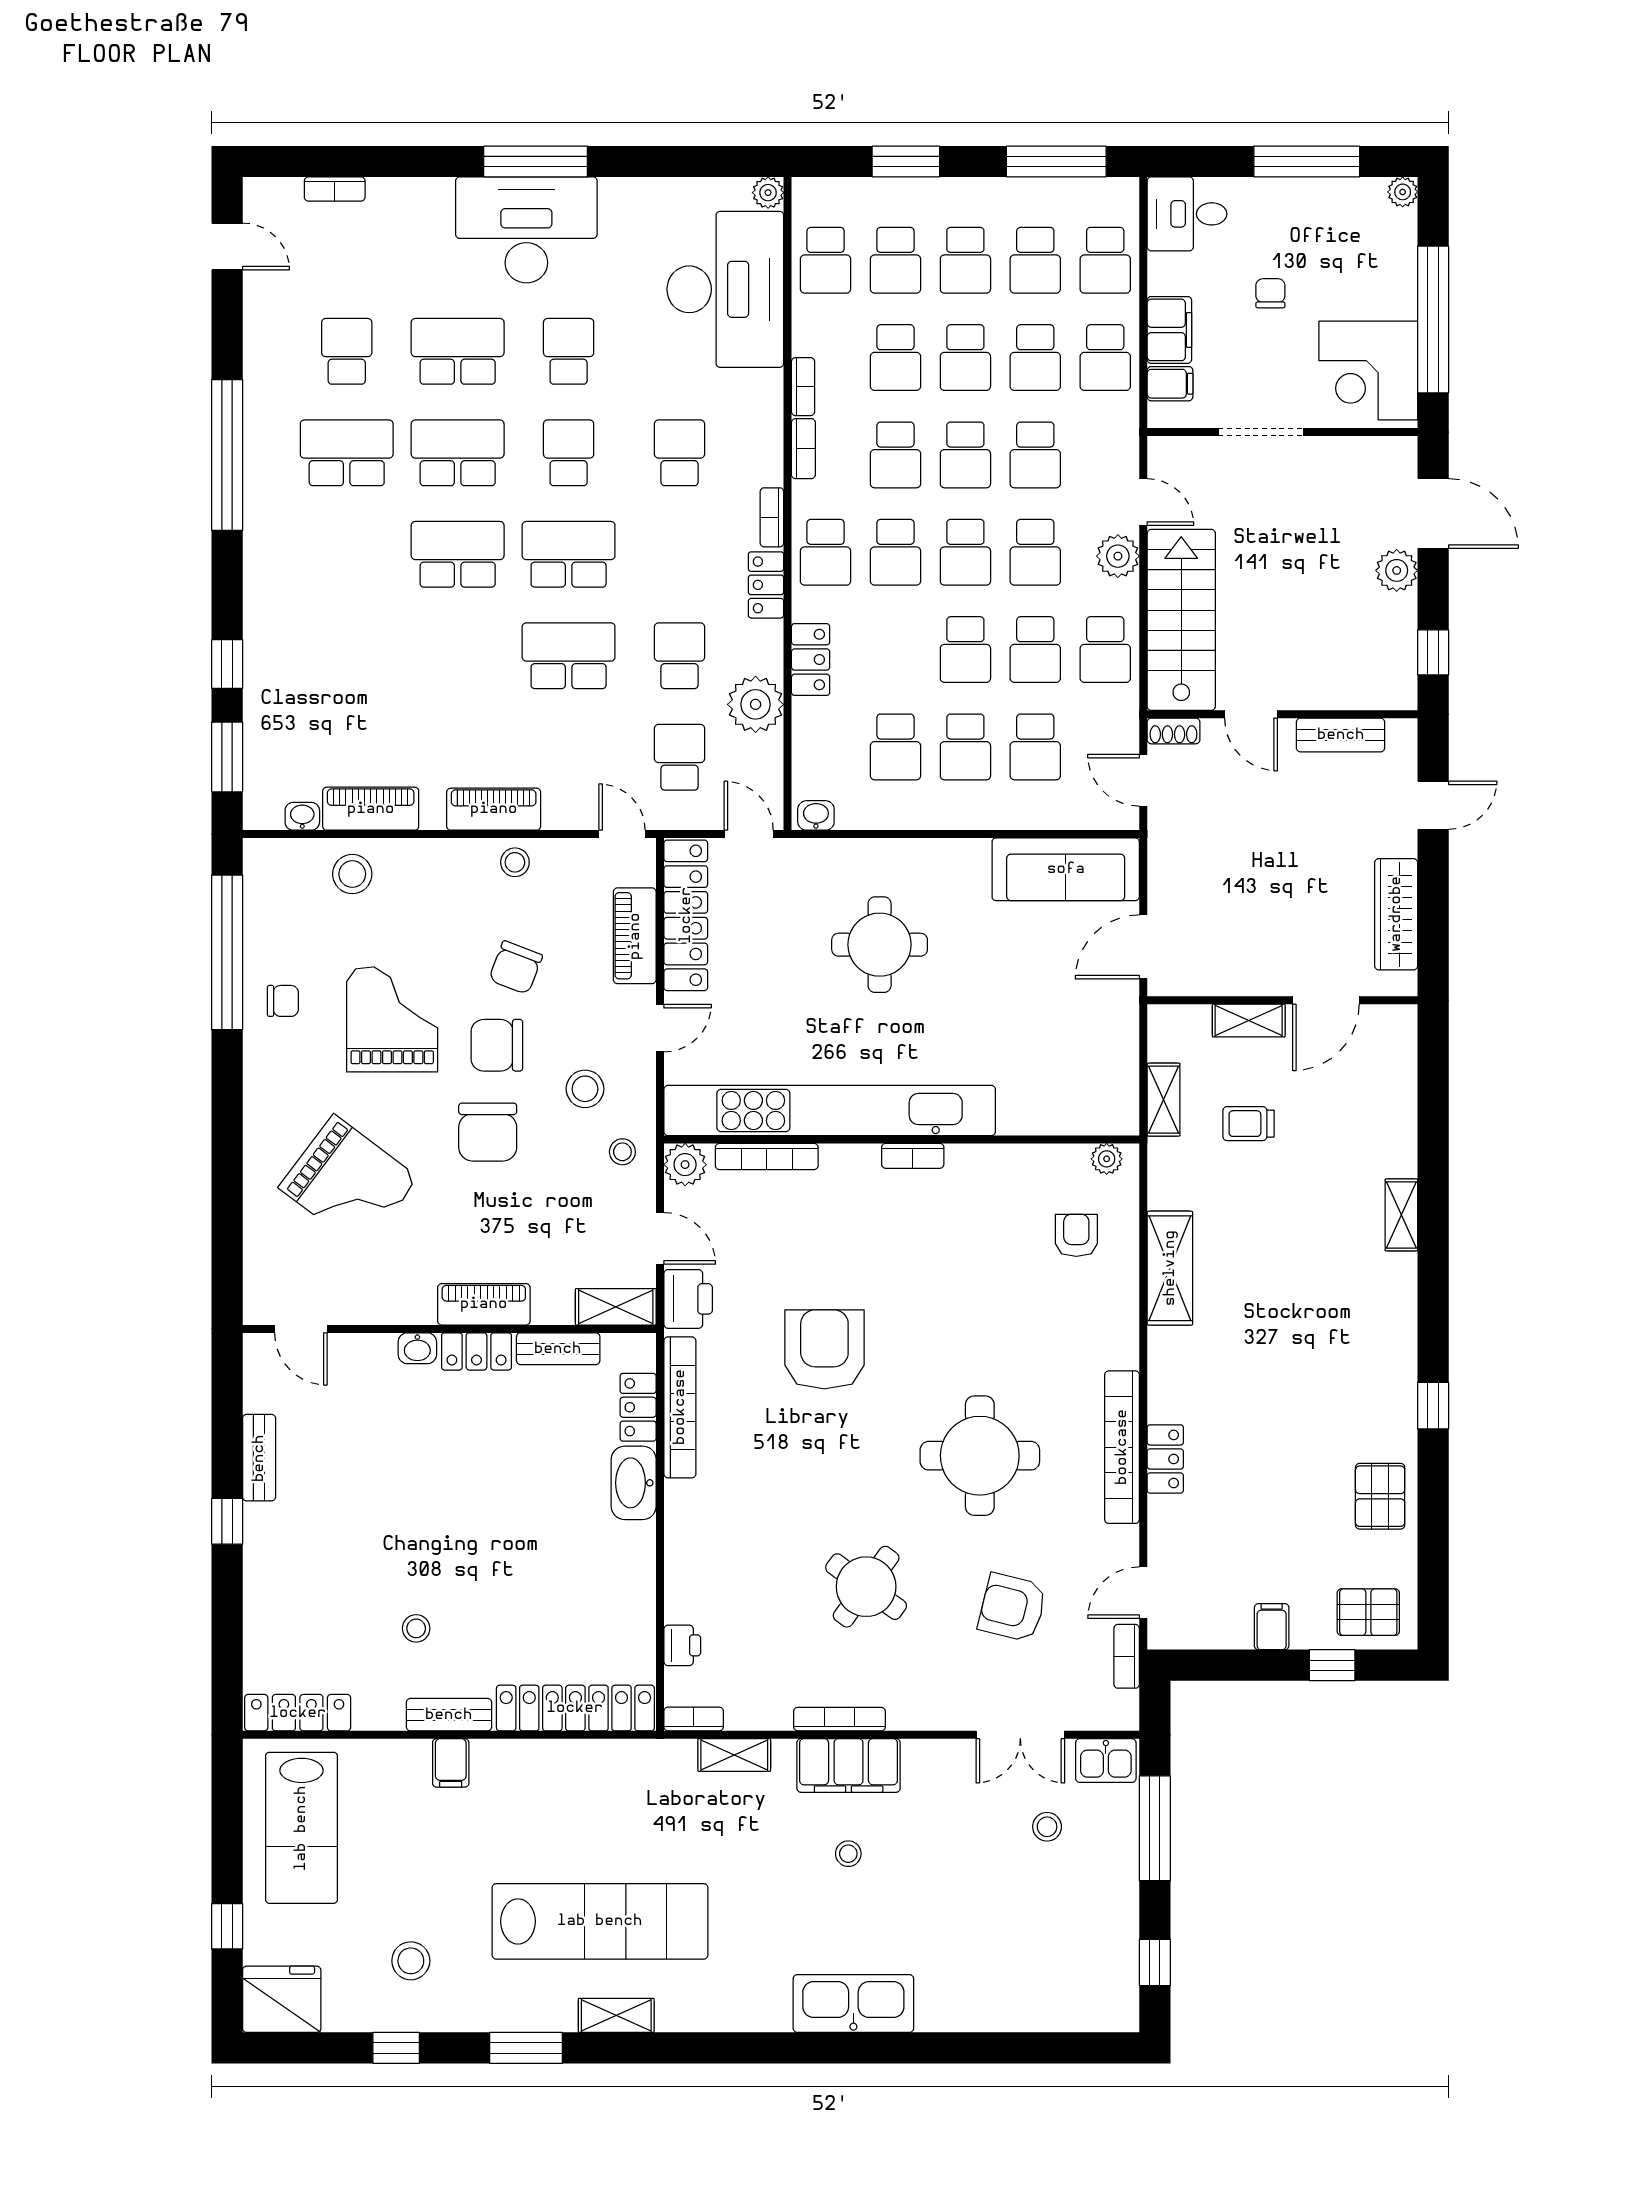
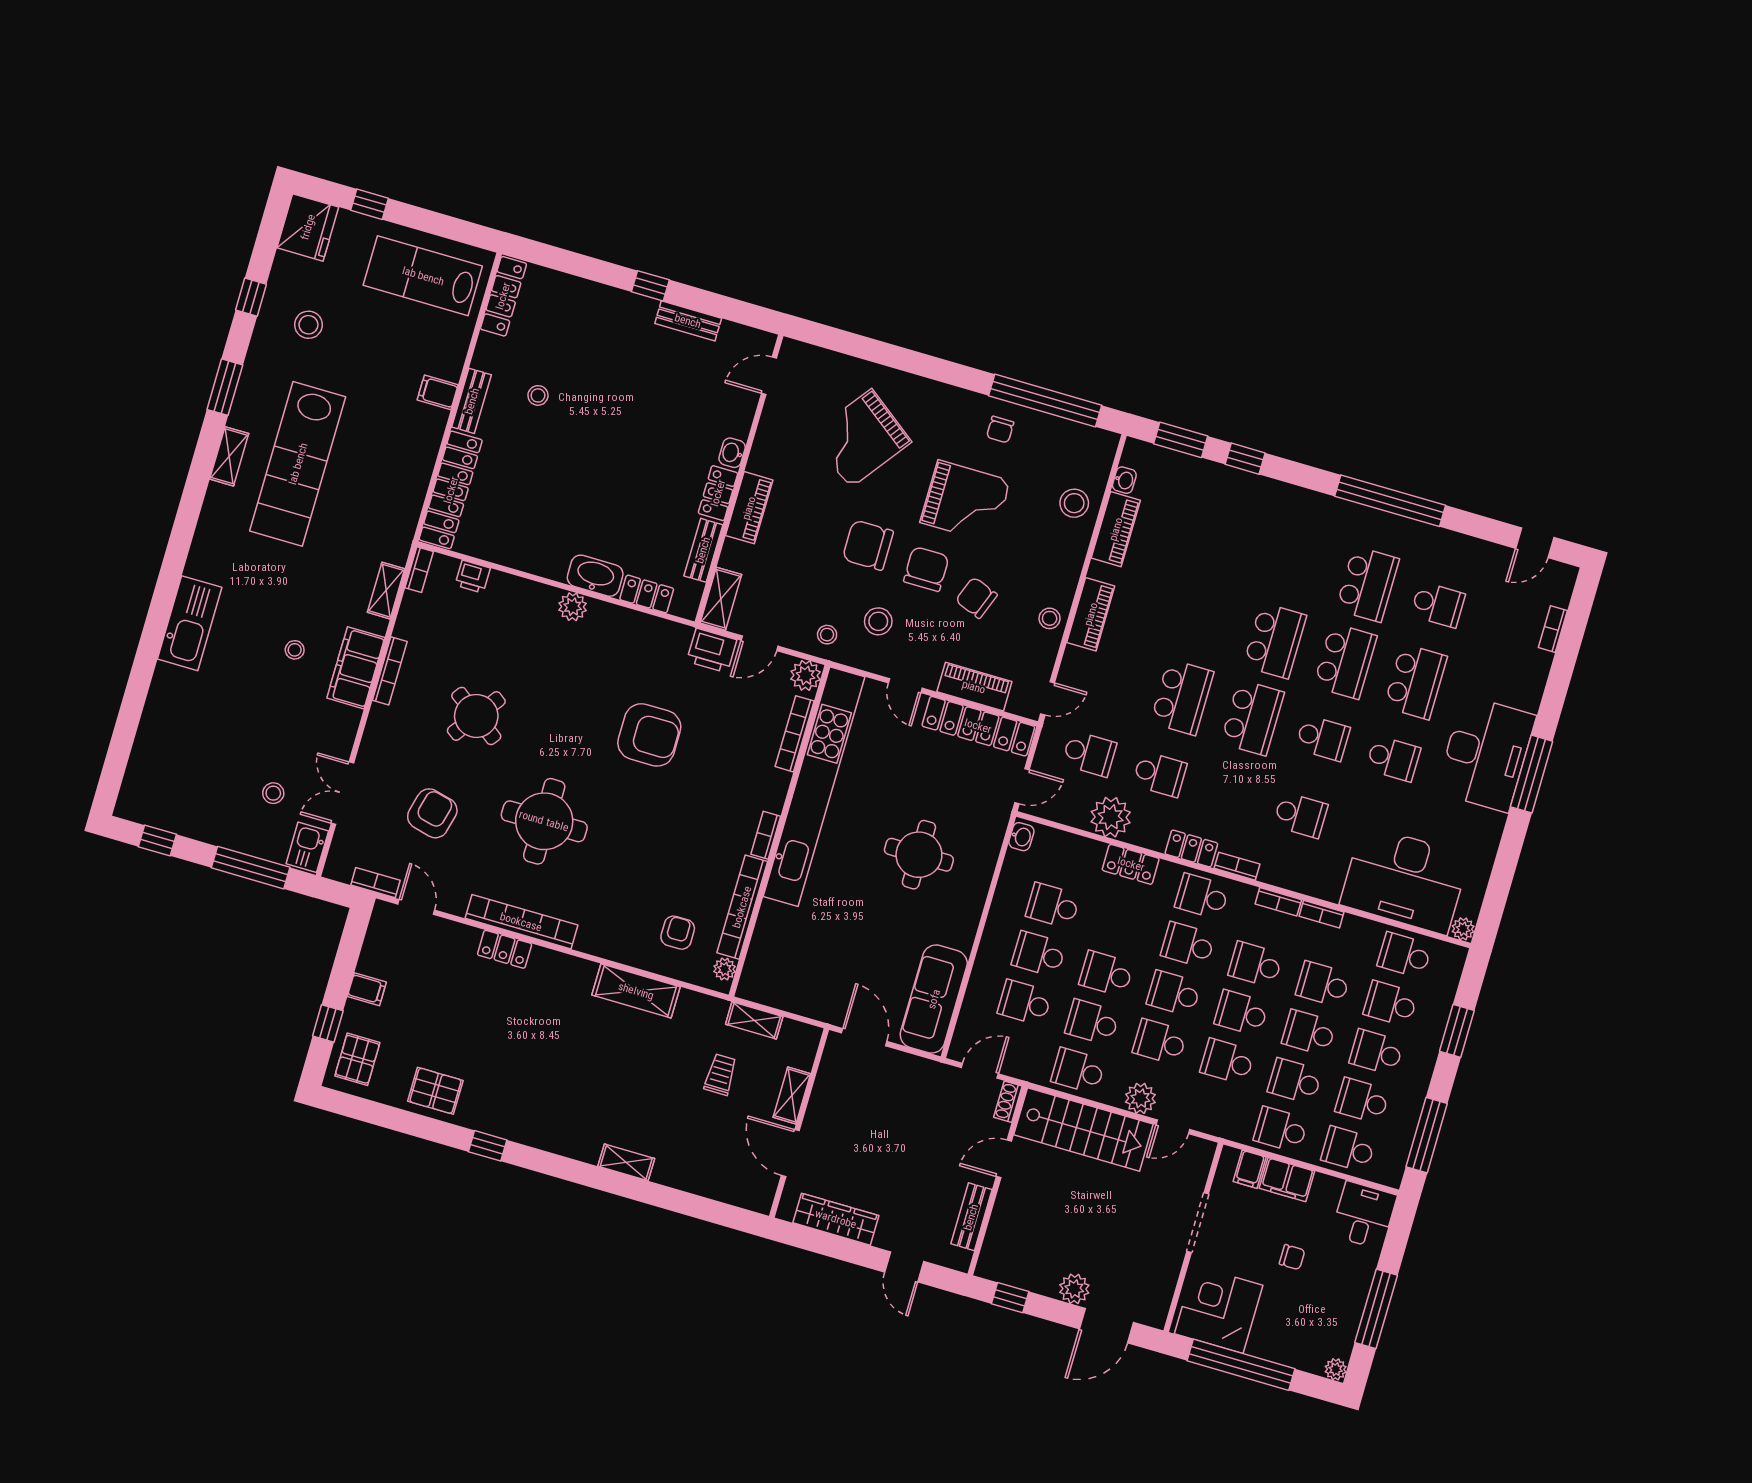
armchair: (1076, 1235) -> (678, 933), turned -90
bookcase: (680, 1407) -> (742, 907), moved, turned 90
plant: (684, 1501) -> (573, 607), added

